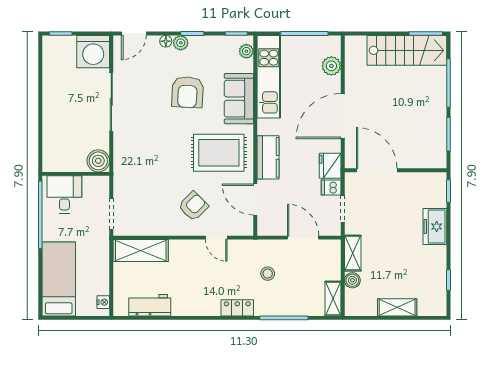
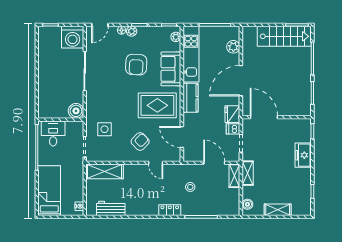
kitchen counter: (268, 157) -> (191, 98), moved
side table: (141, 188) -> (104, 129), added
boiler: (352, 280) -> (247, 204), moved
shelving: (333, 299) -> (234, 176), moved

